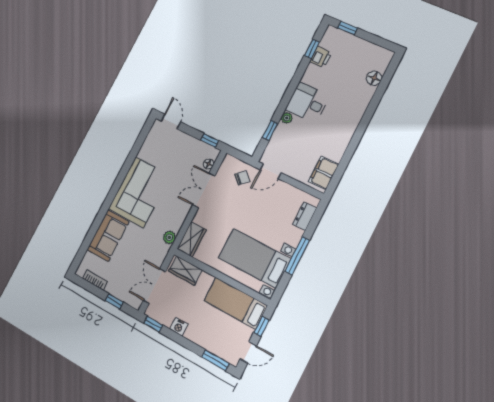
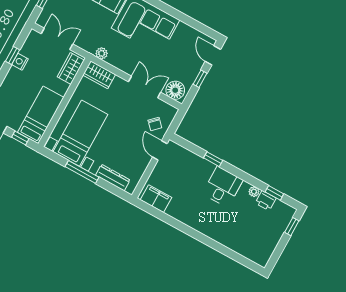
floor lamp: (374, 78) -> (242, 248), removed
plant: (287, 118) -> (254, 192), moved
door: (171, 121) -> (213, 55), swing flipped
window: (270, 130) -> (213, 159), moved
window: (209, 140) -> (200, 79), moved
floor lamp: (209, 164) -> (175, 90), width x1.89, depth x1.89
dresser: (305, 216) -> (113, 178), width x1.44
window: (153, 324) -> (13, 56), moved

